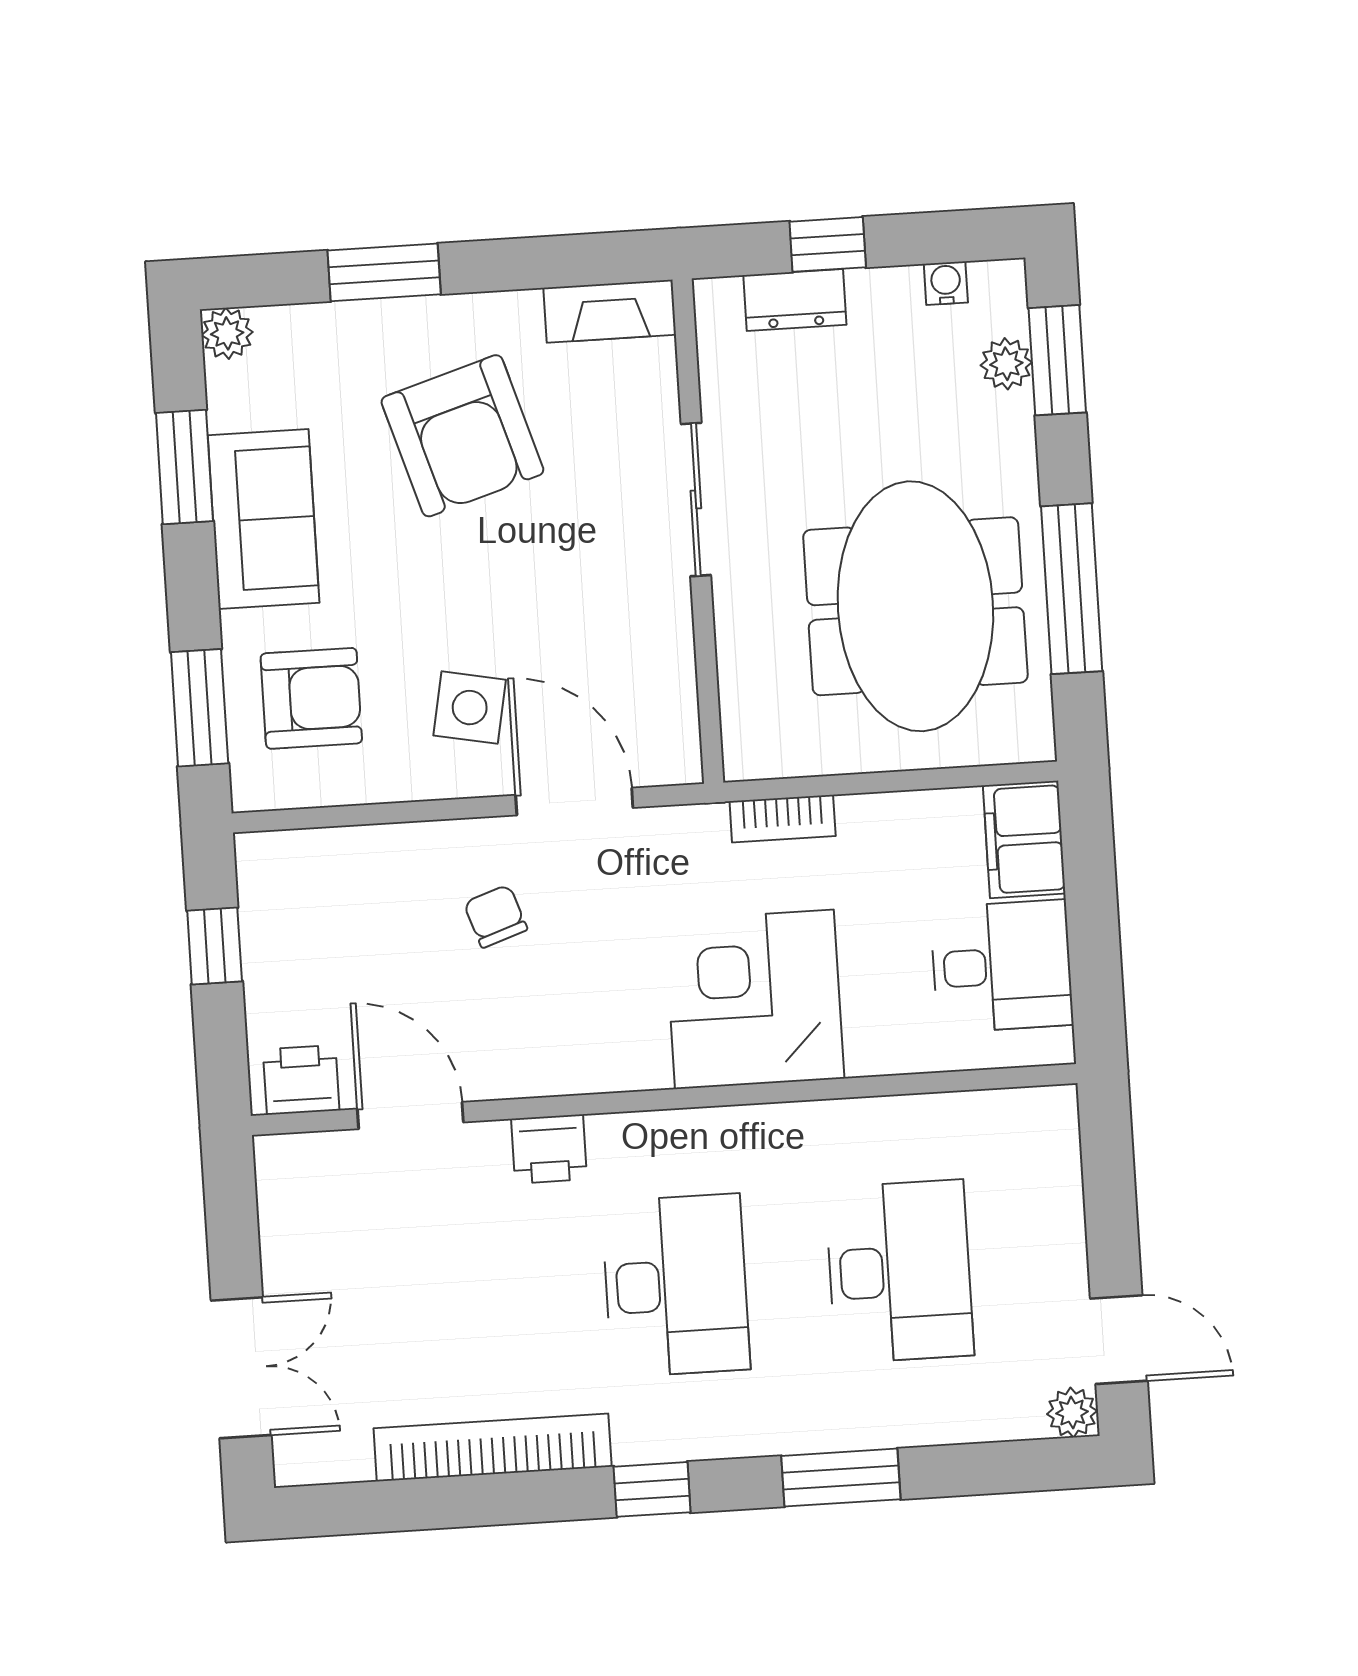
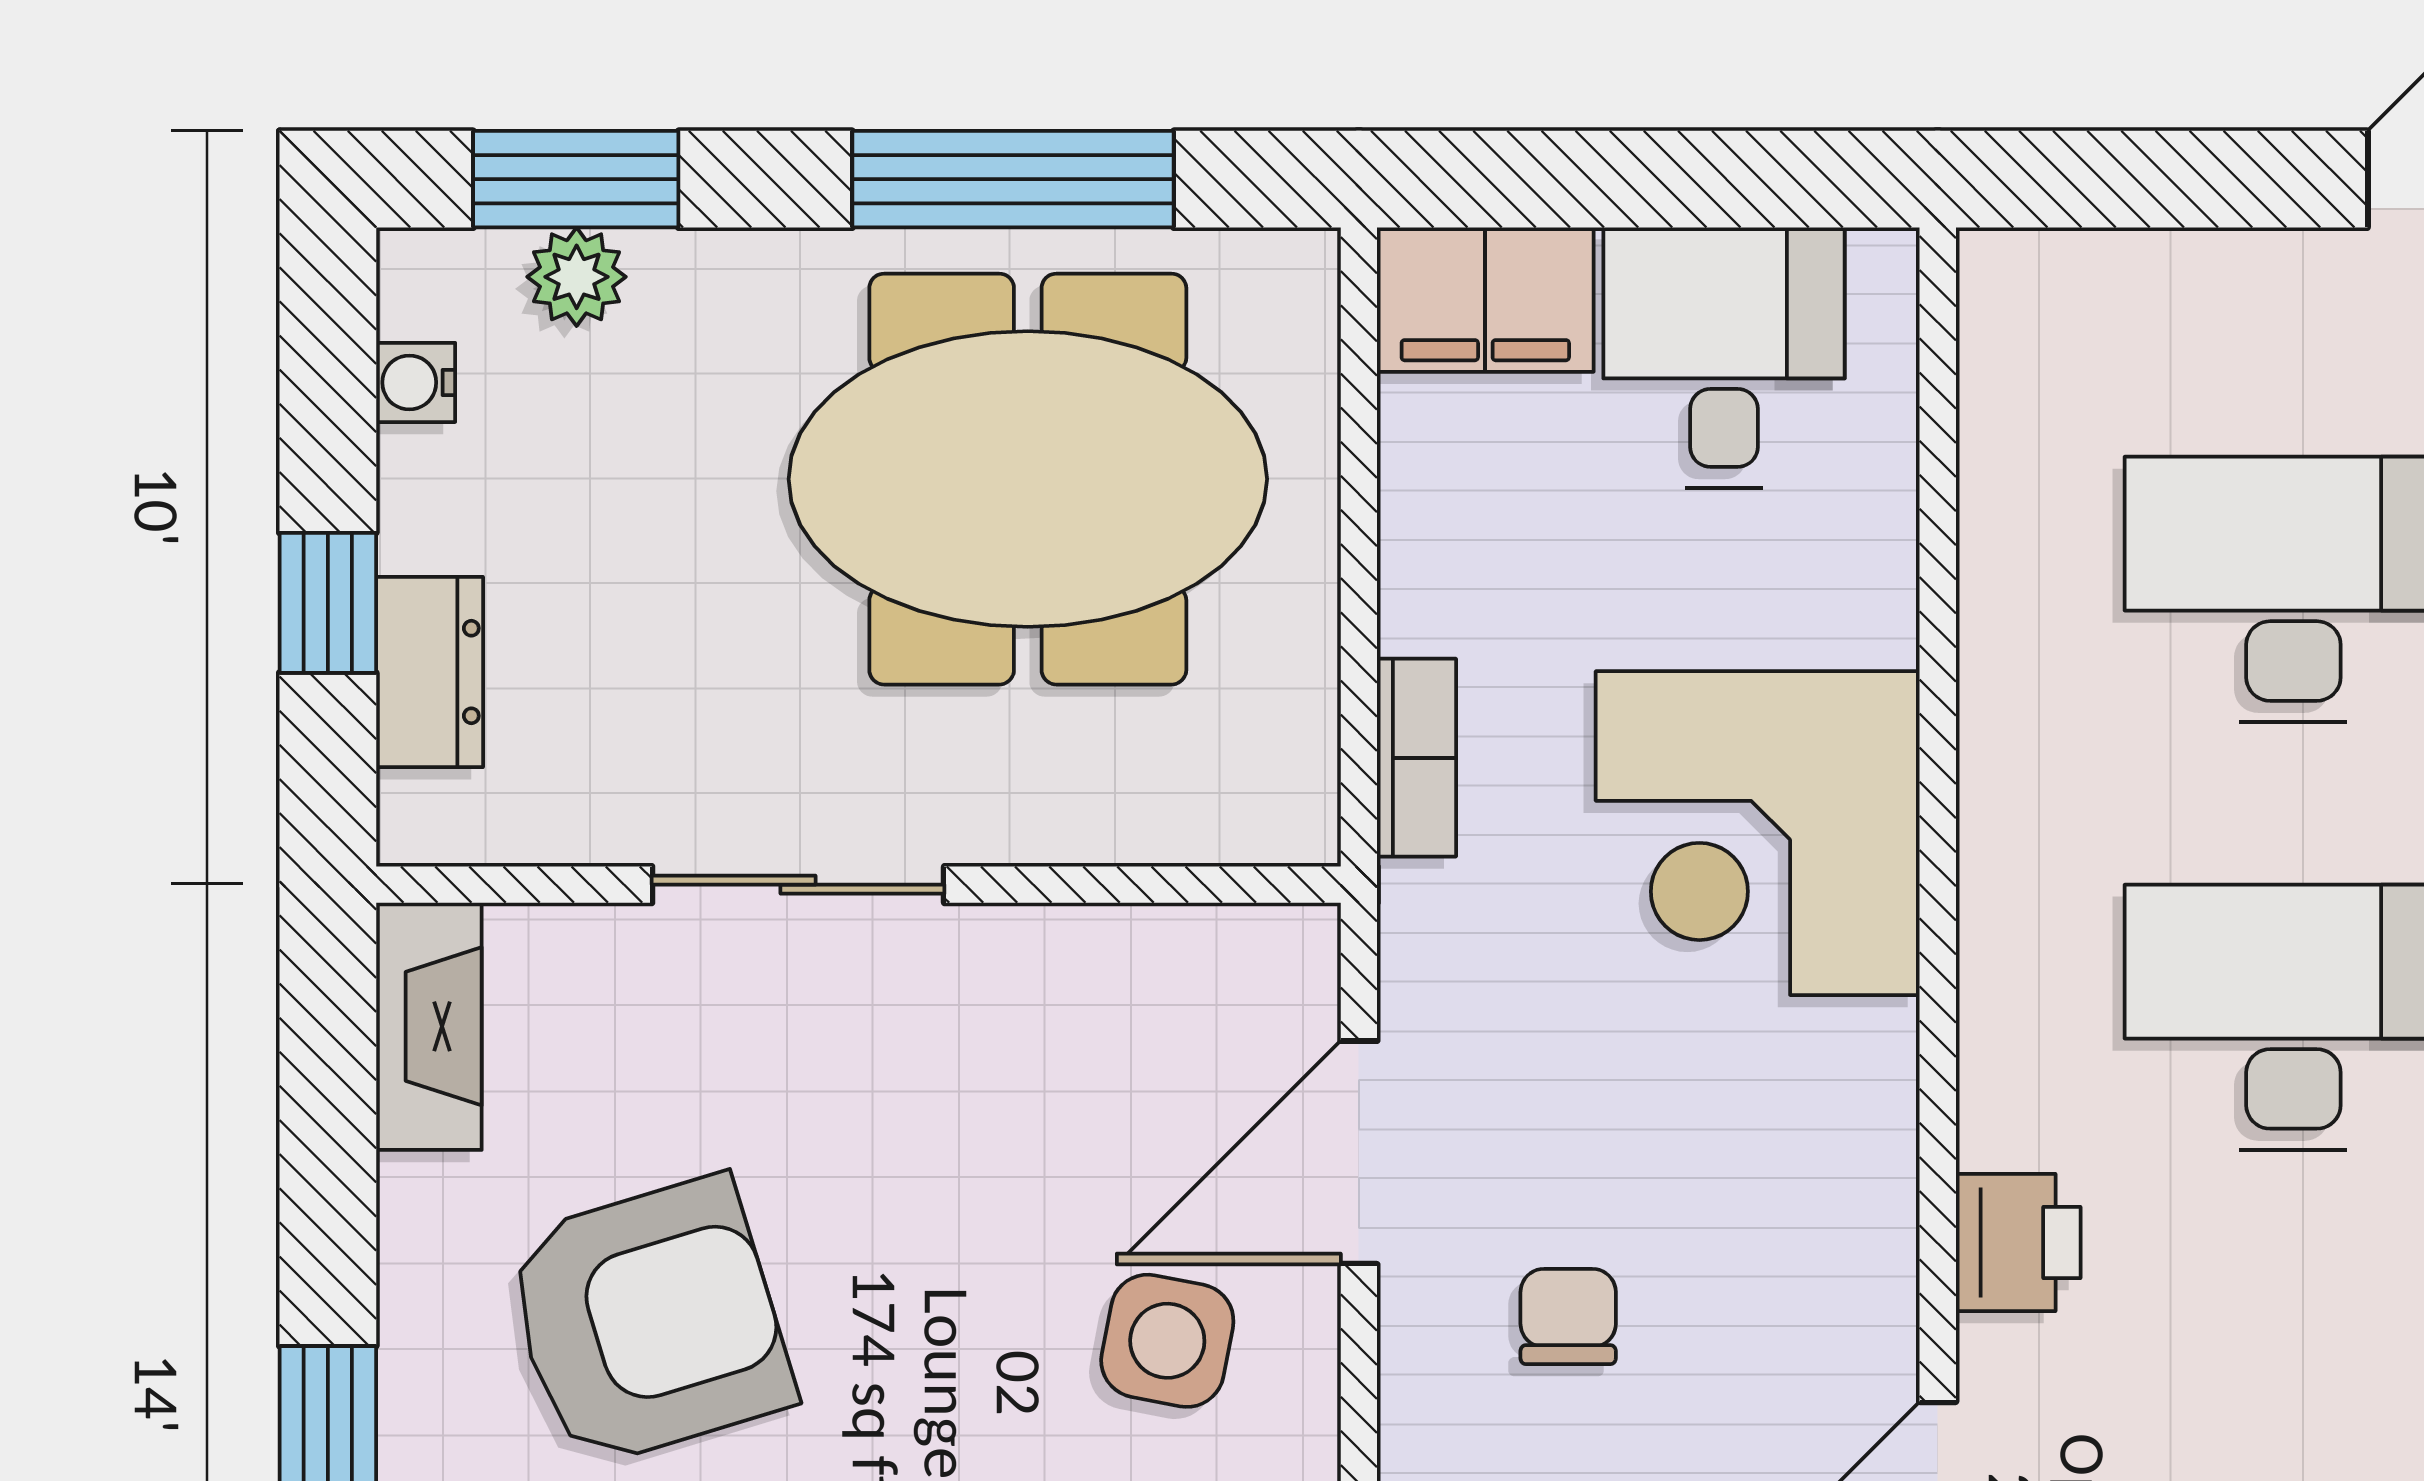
chair: (495, 916) -> (1568, 1317), turned 109

